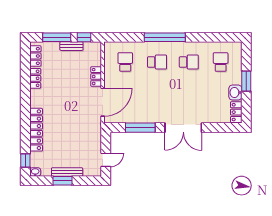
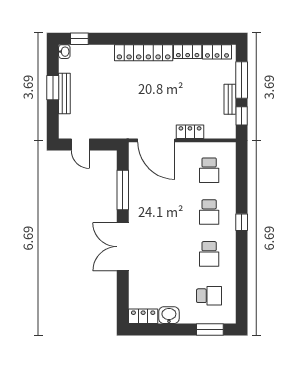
window: (165, 37) -> (242, 222), width x0.32
school desk: (125, 62) -> (209, 170), turned 90
window: (246, 81) -> (210, 330), moved
locker: (36, 130) -> (144, 53), moved

